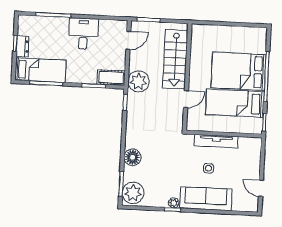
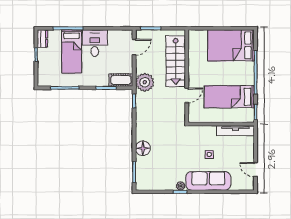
dresser: (22, 46) -> (43, 39), moved
bed: (40, 70) -> (72, 51), moved, turned 90
bed: (238, 71) -> (231, 45), moved
tv unit: (216, 141) -> (235, 131), moved
plant: (133, 193) -> (145, 179), removed

